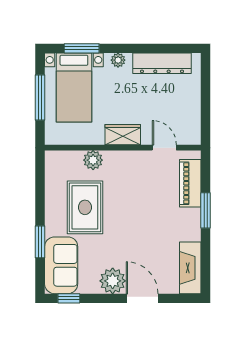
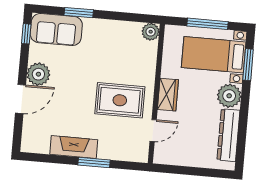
plant: (118, 60) -> (229, 96), width x1.88, depth x1.88
plant: (93, 160) -> (151, 32), moved
piano: (190, 183) -> (119, 151), removed
rug: (85, 207) -> (120, 100), moved
fireplace: (190, 268) -> (74, 147), moved

